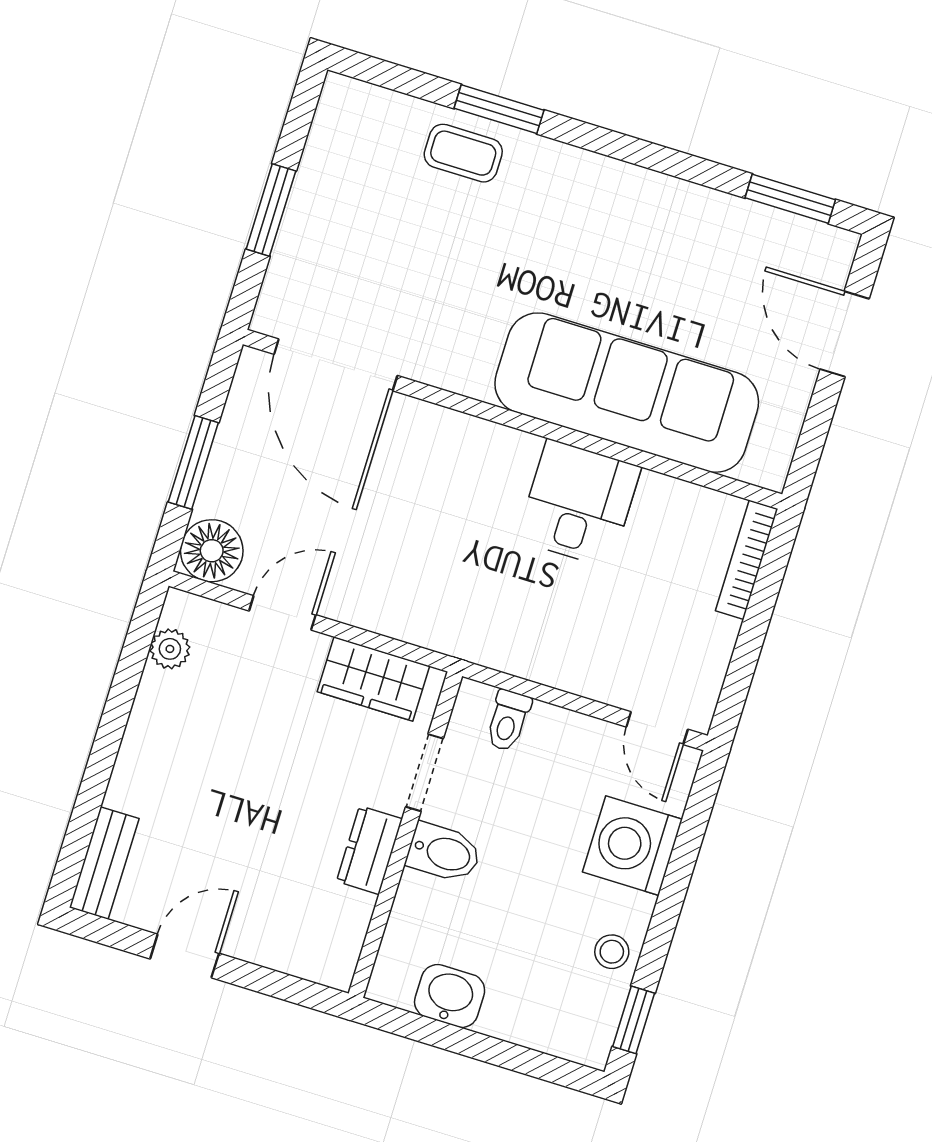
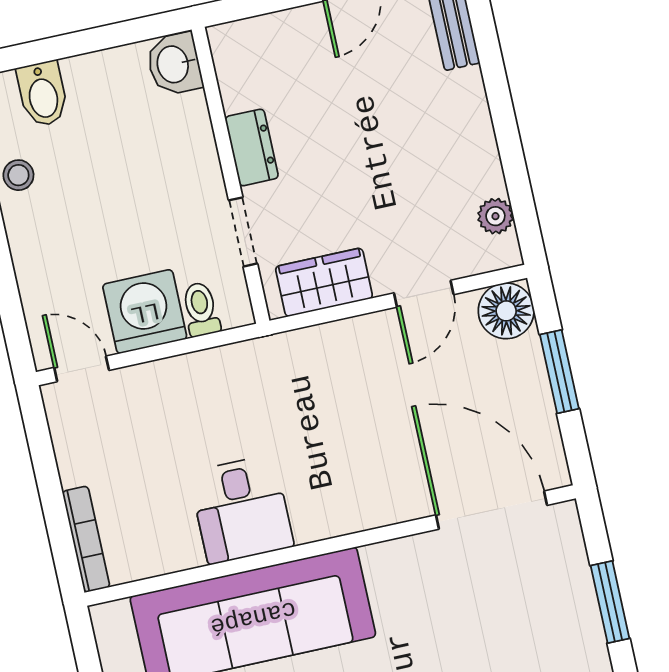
washing machine: (632, 846) -> (145, 312), moved, turned -90
bidet: (444, 853) -> (43, 94), moved, turned -90
washbasin: (450, 996) -> (174, 64), moved, turned 90

